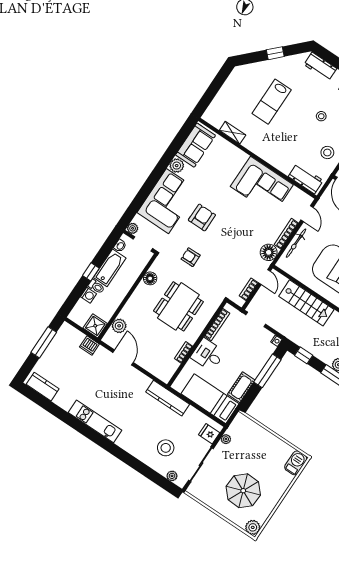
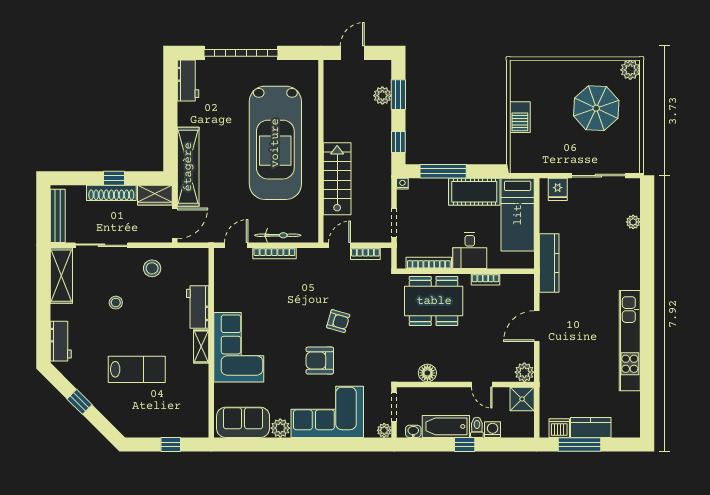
window: (212, 92) -> (171, 444), added
shelving: (233, 133) -> (201, 346), moved
workbench: (306, 179) -> (198, 307), moved
corner sofa: (262, 186) -> (239, 347), moved
floor lamp: (269, 252) -> (309, 259), removed
armchair: (191, 257) -> (338, 321), moved, turned -73
dining table: (178, 306) -> (434, 301), moved
door: (121, 307) -> (482, 384), added
plant: (119, 326) -> (524, 372), moved
dishwasher: (89, 346) -> (559, 428), moved, turned -90
door: (123, 357) -> (537, 326), moved
kitchen counter: (43, 387) -> (591, 427), moved, turned 90
cot: (241, 387) -> (474, 192), width x1.37, depth x1.34
kitchen unit: (95, 421) -> (630, 341), width x1.36
plant: (226, 439) -> (551, 166), removed
stool: (166, 448) -> (606, 228), removed
barbecue: (296, 463) -> (520, 117), moved, turned -90
plant: (172, 476) -> (633, 222), moved

